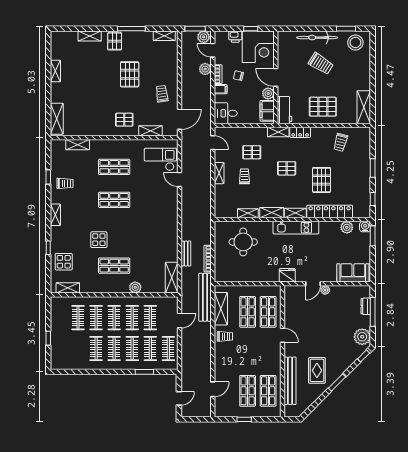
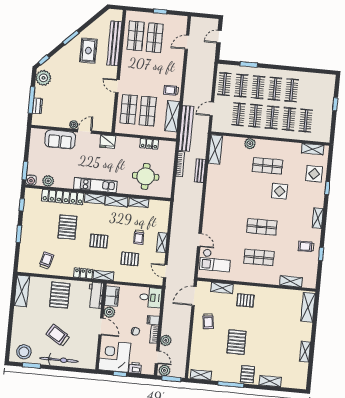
pallet: (323, 107) -> (60, 295), turned 90
sofa: (353, 273) -> (60, 139), moved
locker: (243, 277) -> (149, 144), added

